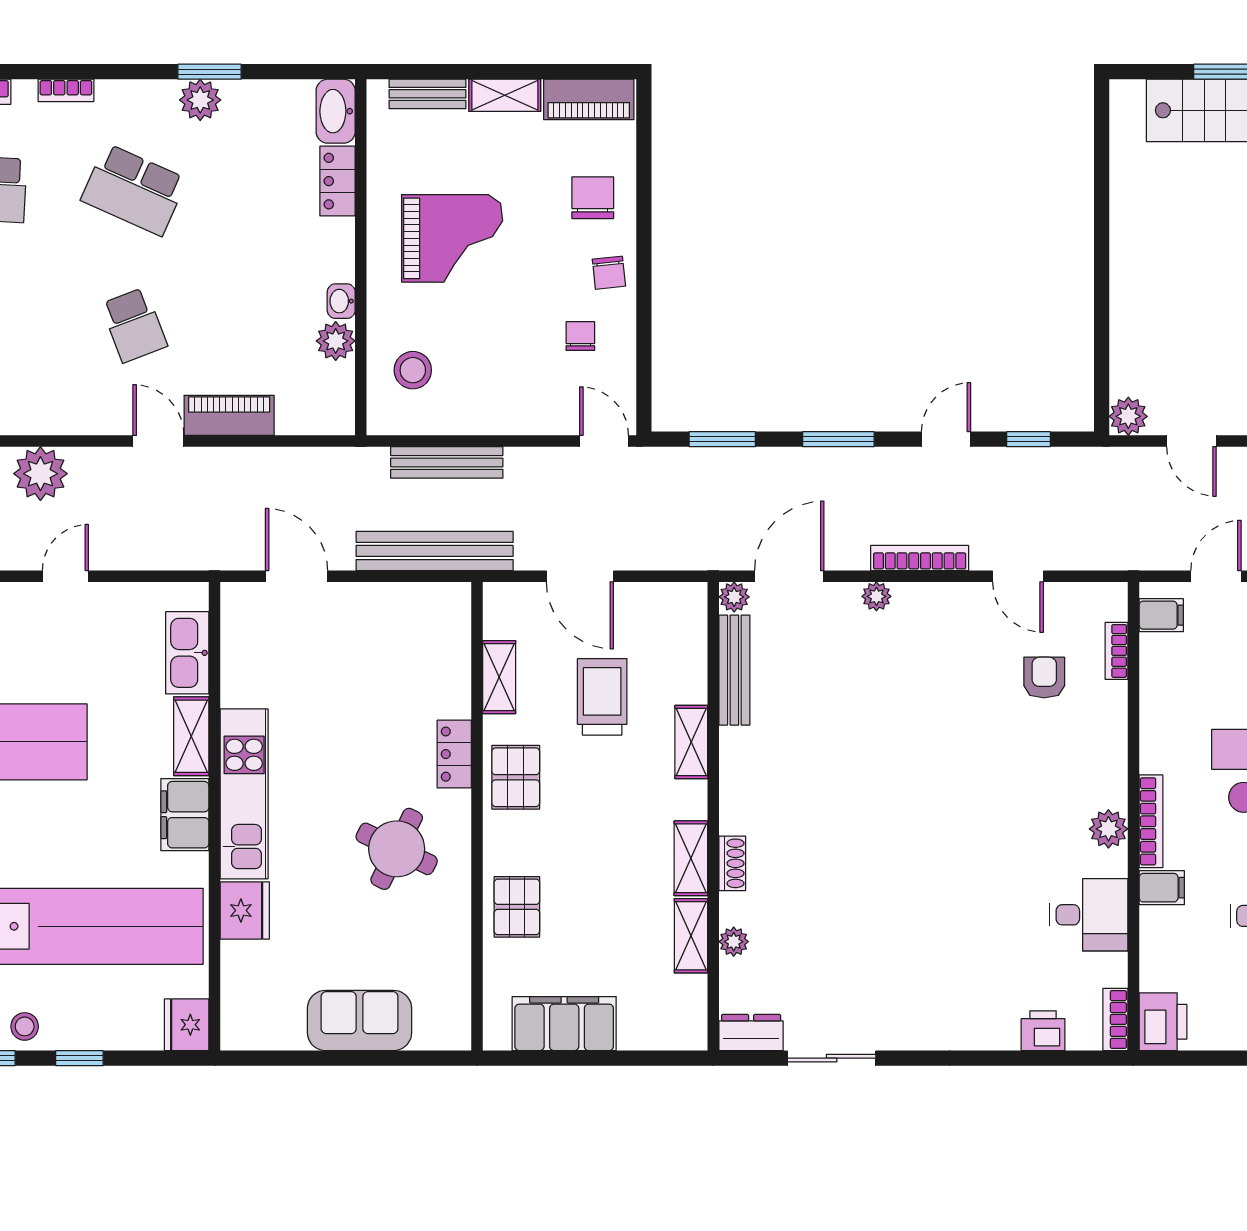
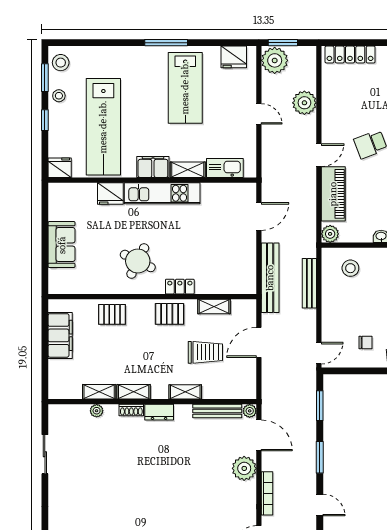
plant: (336, 341) -> (330, 234), moved
piano: (229, 415) -> (333, 194), width x1.37, depth x1.33
plant: (876, 596) -> (244, 468), width x1.87, depth x1.87
dresser: (751, 1033) -> (159, 412), moved, turned 90

